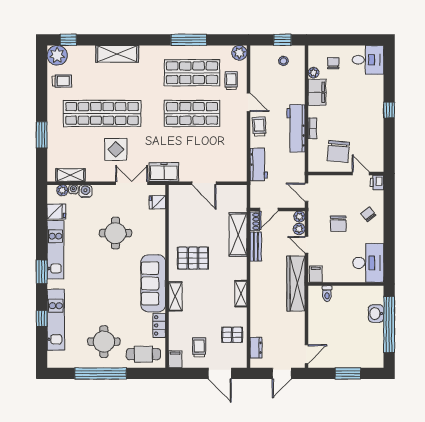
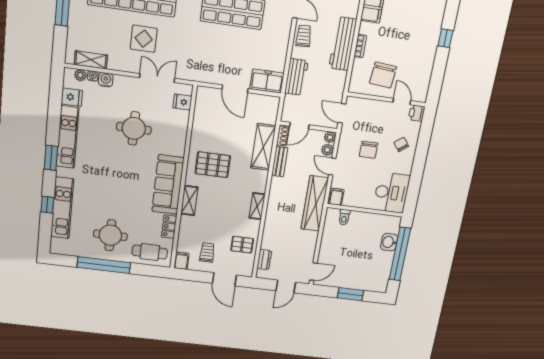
freezer: (164, 172) -> (267, 81), moved

